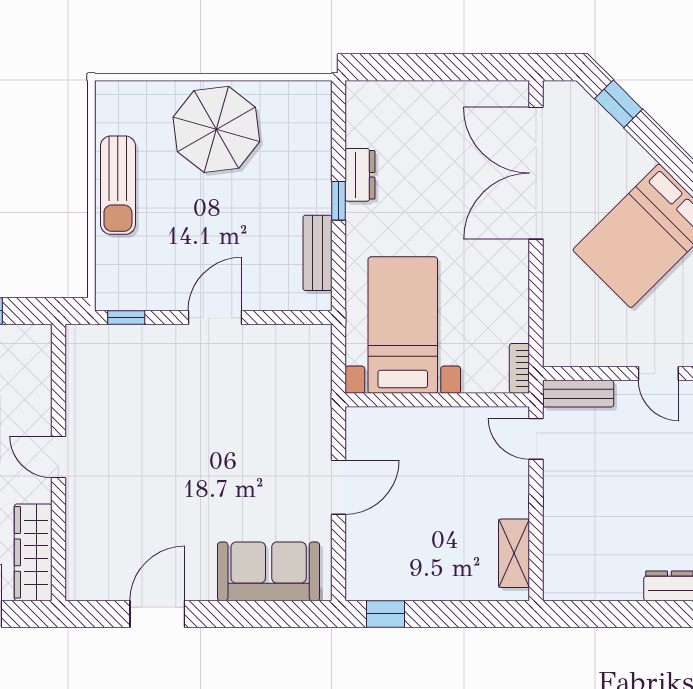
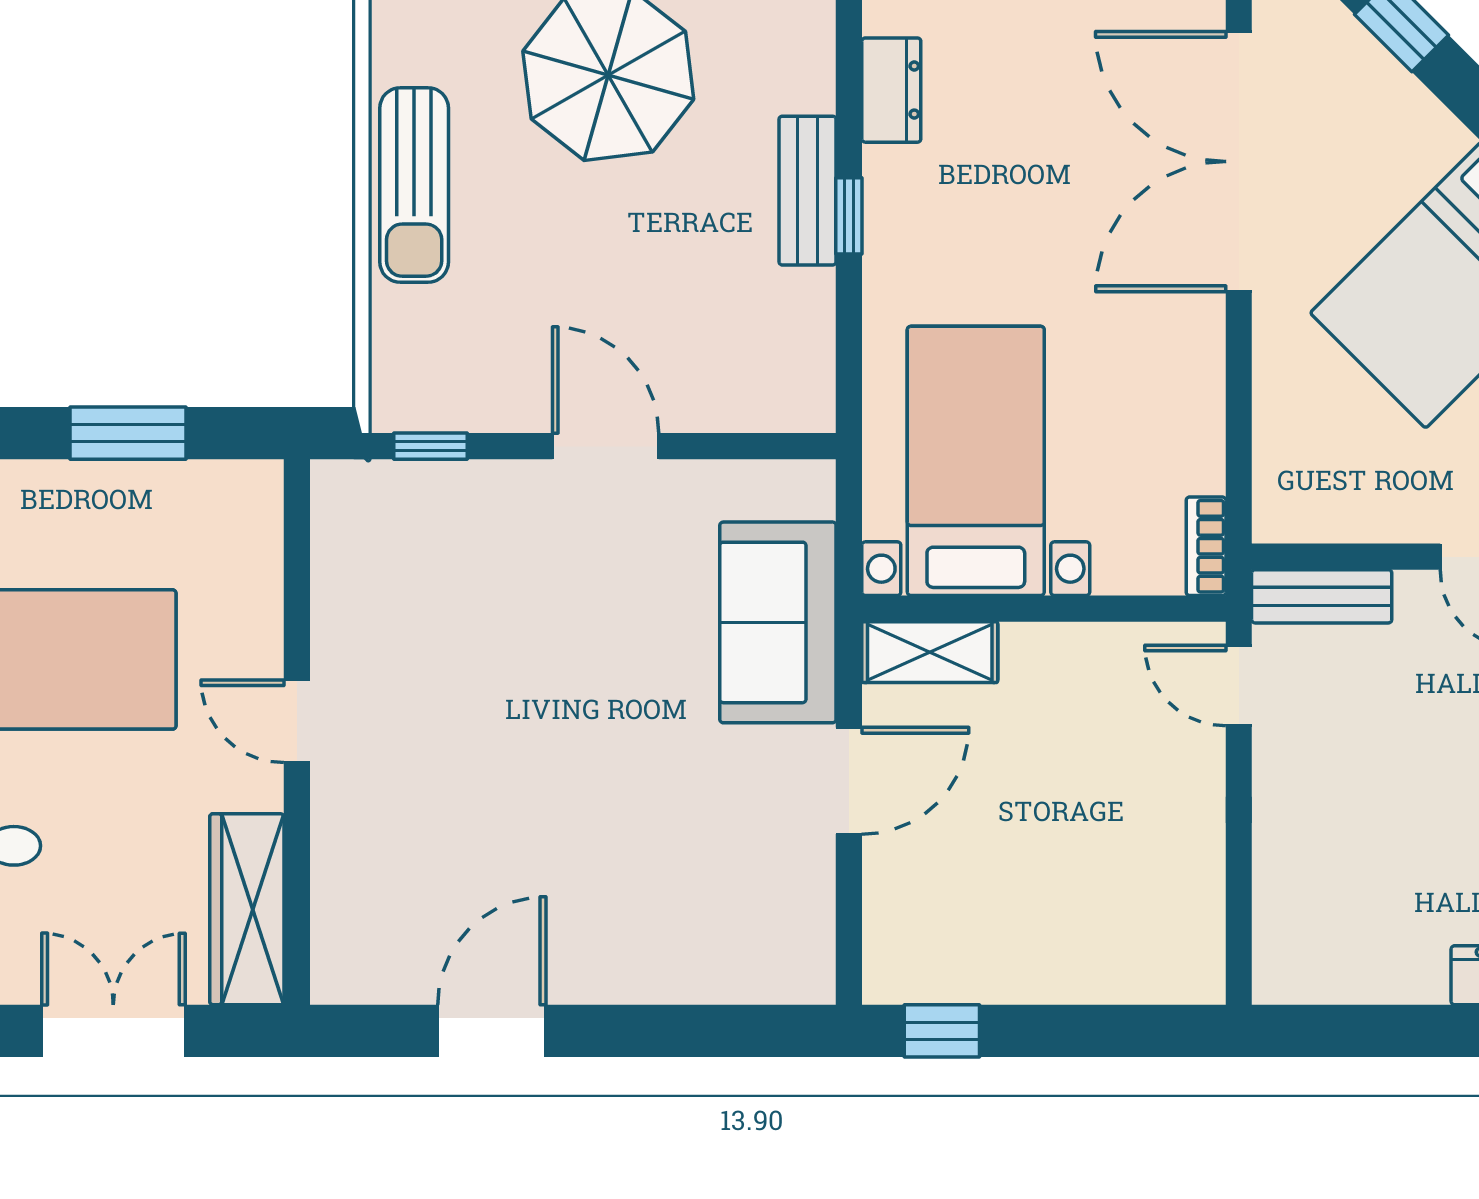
dresser: (360, 175) -> (891, 90), moved
bench: (317, 253) -> (808, 191), moved
door: (215, 318) -> (606, 446), hinge flipped
shelving: (514, 553) -> (930, 652), moved, turned 90
sofa: (269, 571) -> (778, 622), moved, turned -90

